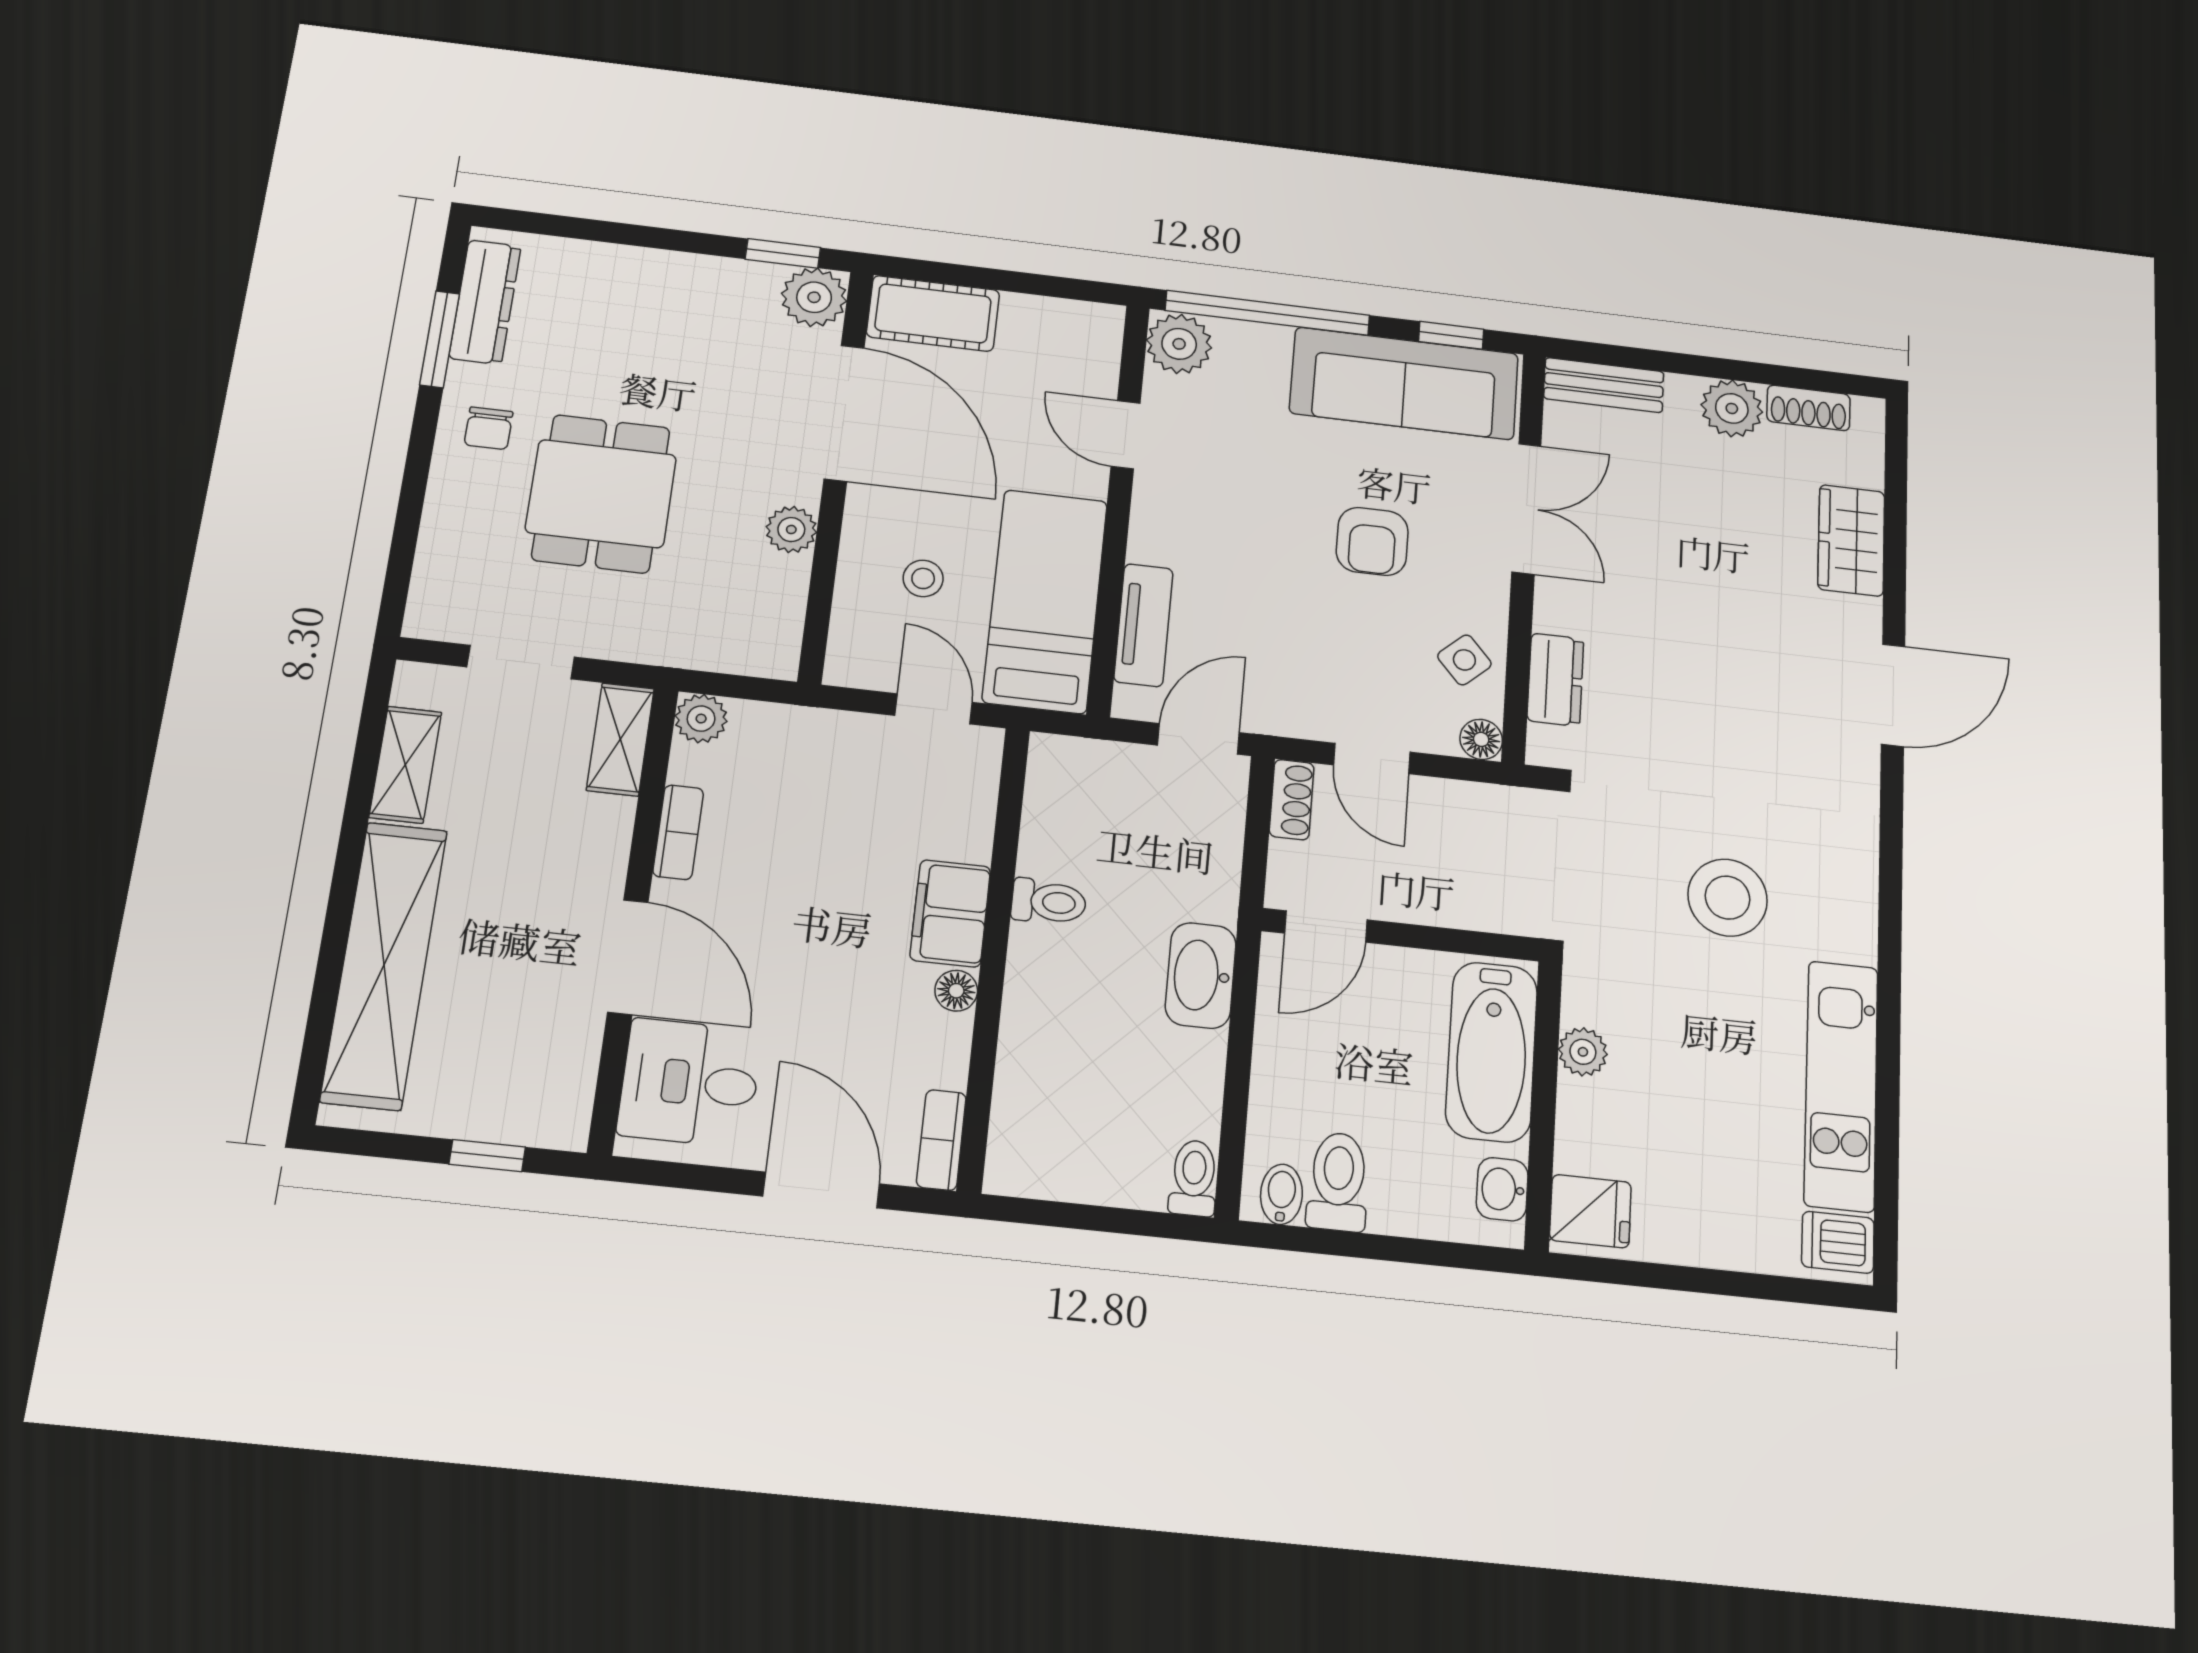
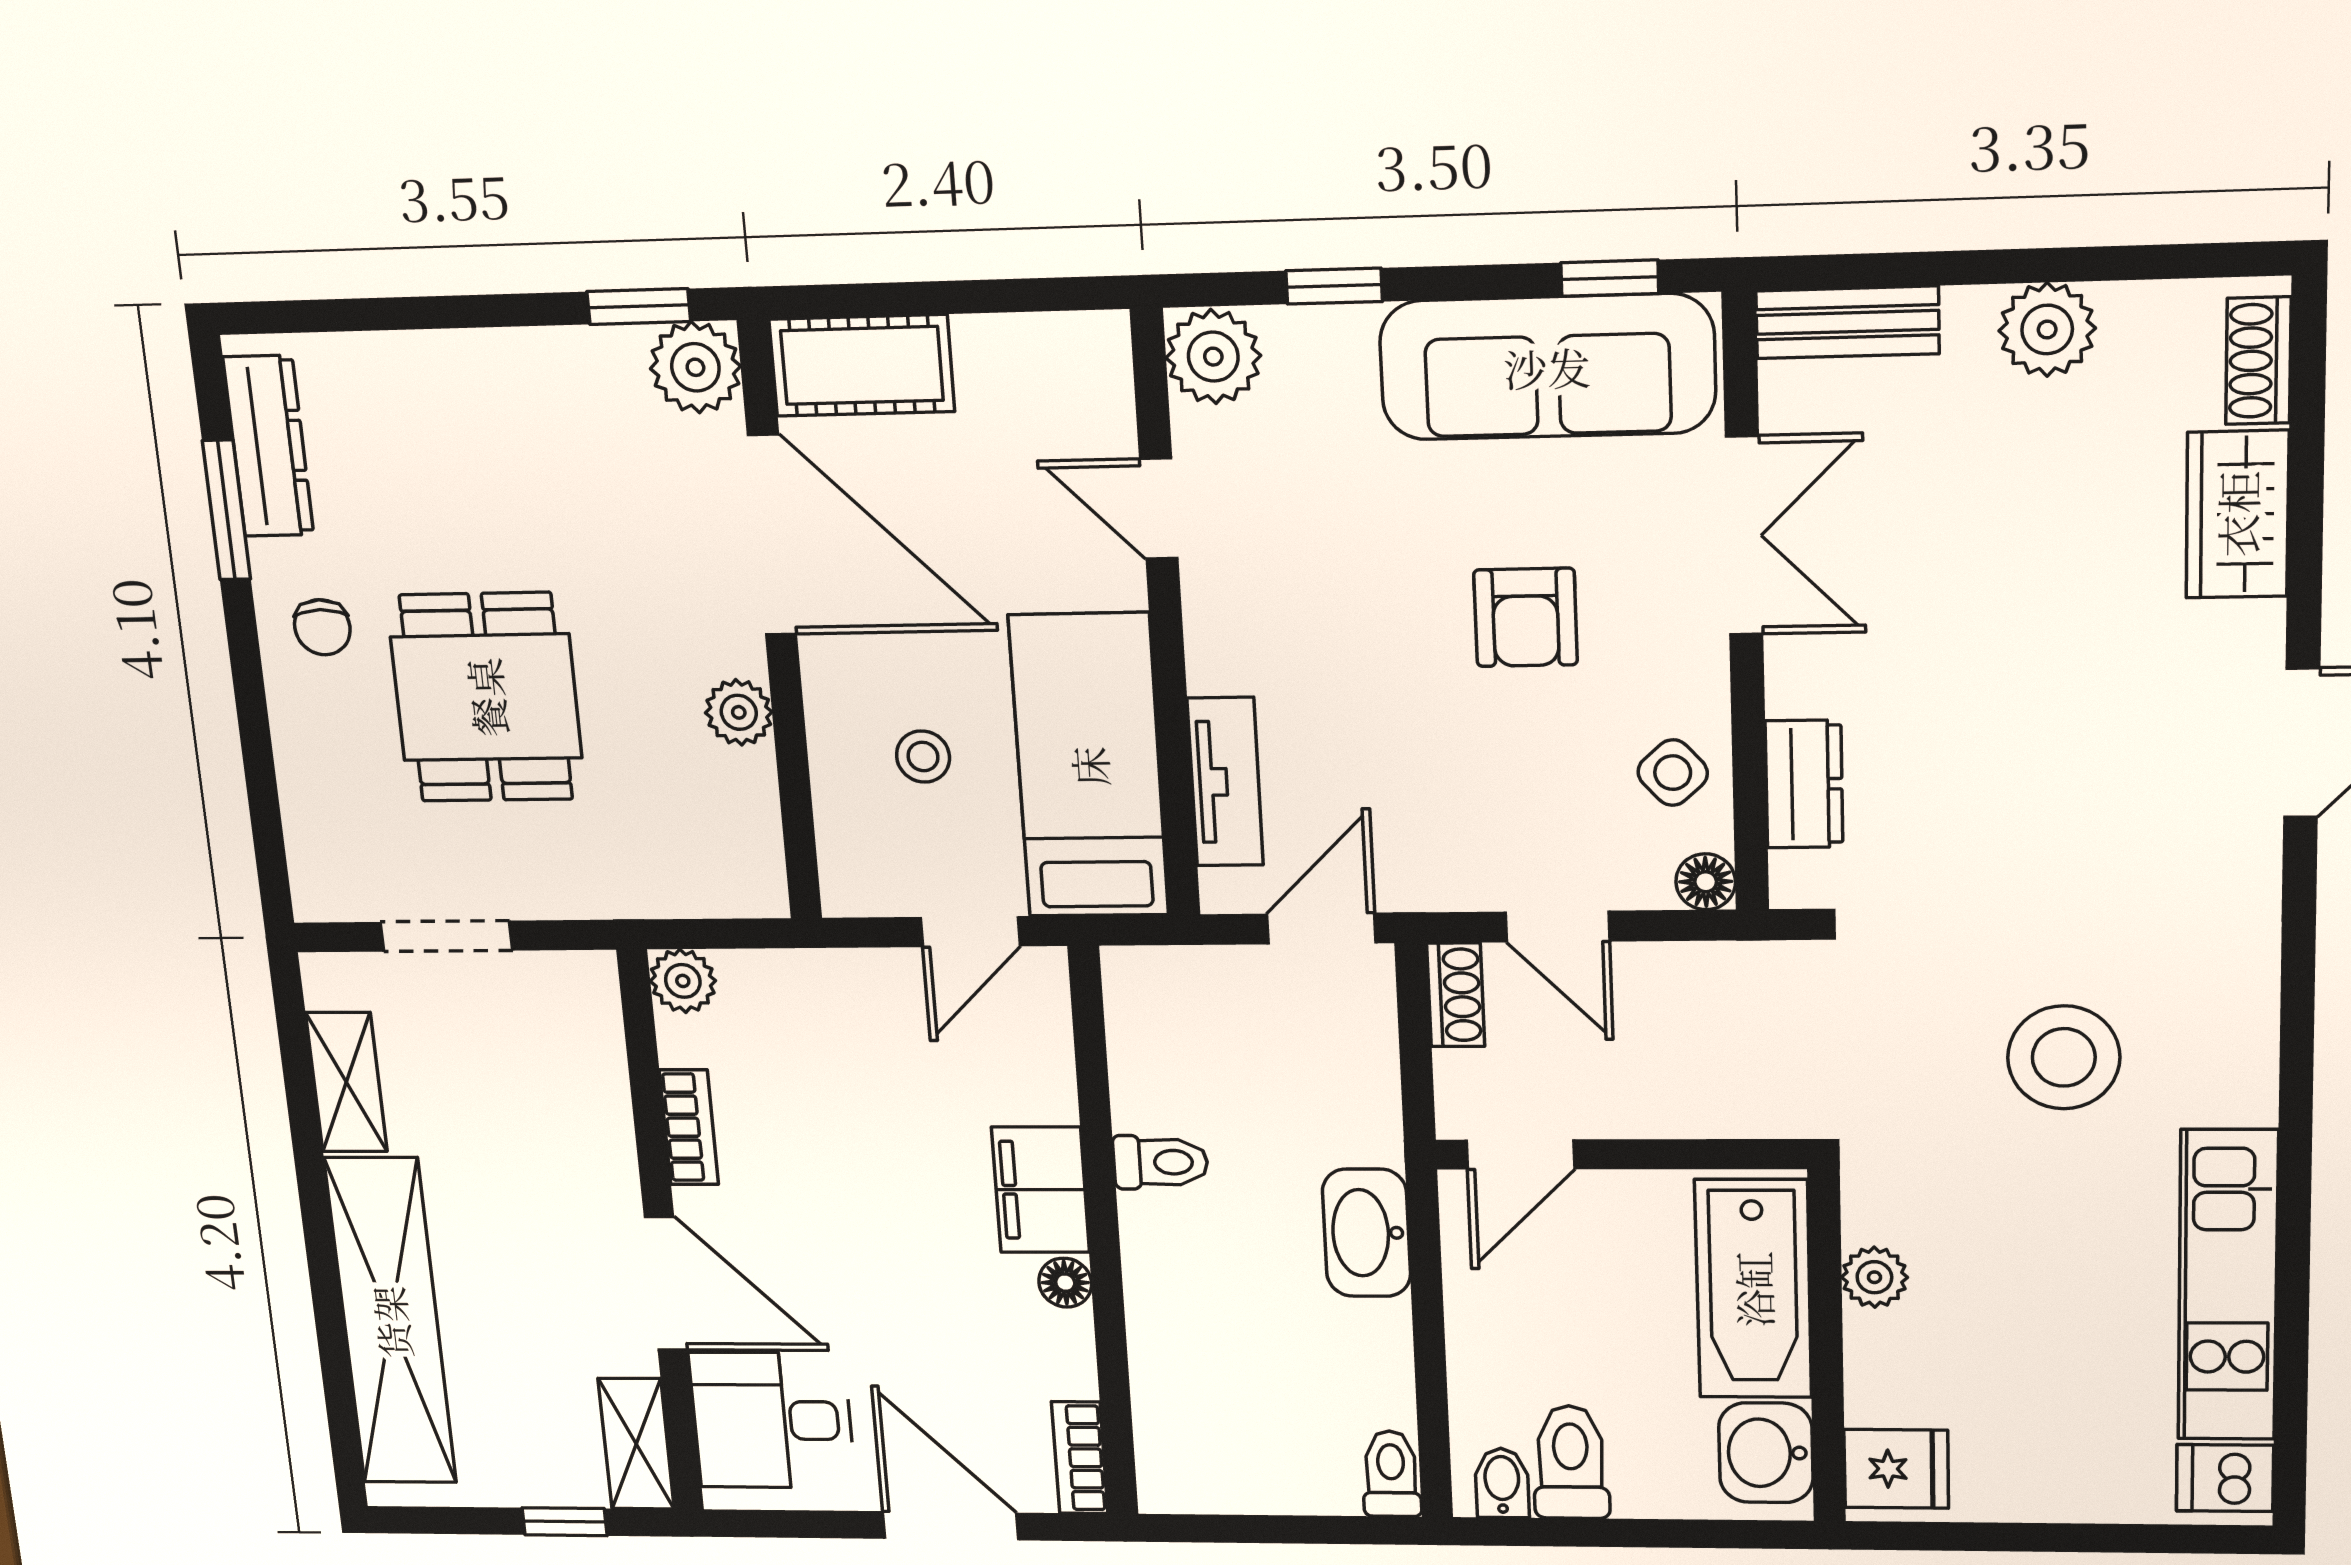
window: (1268, 313) -> (1334, 286), width x0.32
shoe rack: (1809, 408) -> (2258, 361), moved, turned 90
door: (934, 709) -> (970, 932), swing flipped
shelving: (620, 739) -> (636, 1444), moved
washbasin: (1502, 1189) -> (1766, 1453), width x1.38, depth x1.45

